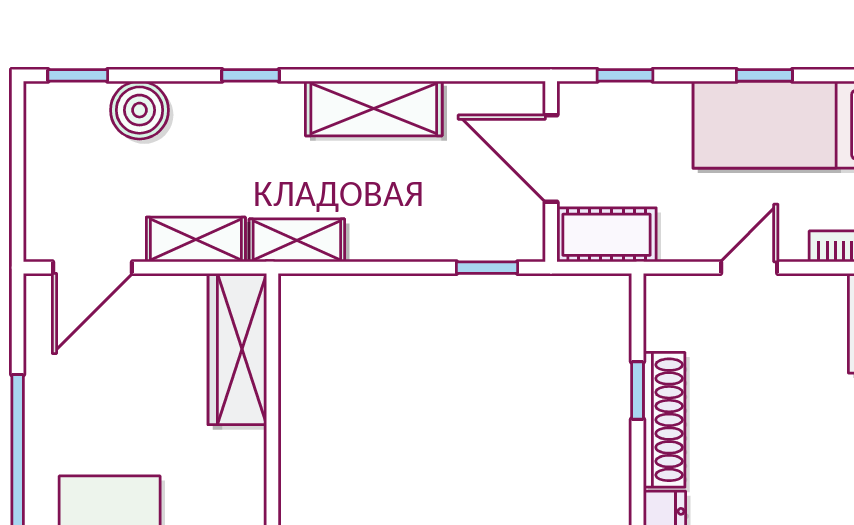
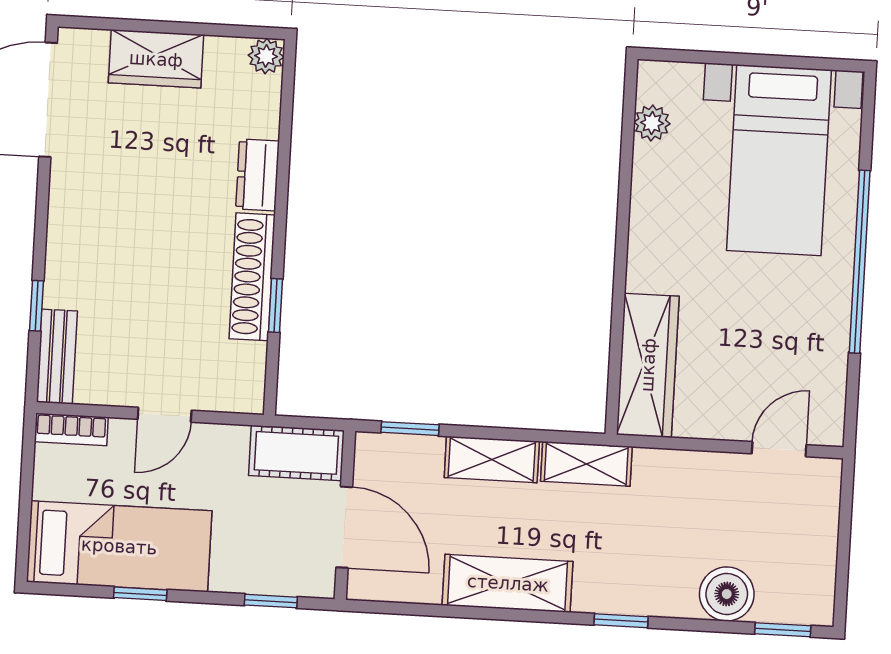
shelving: (196, 239) -> (492, 459), moved
door: (92, 268) -> (779, 449), width x0.73

